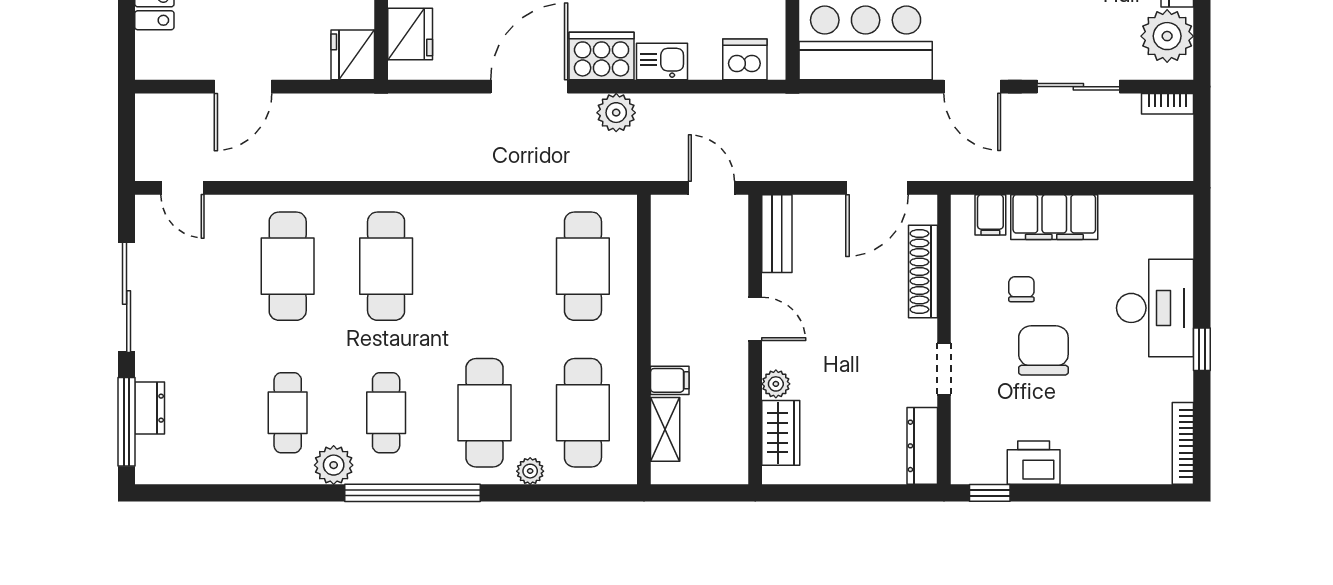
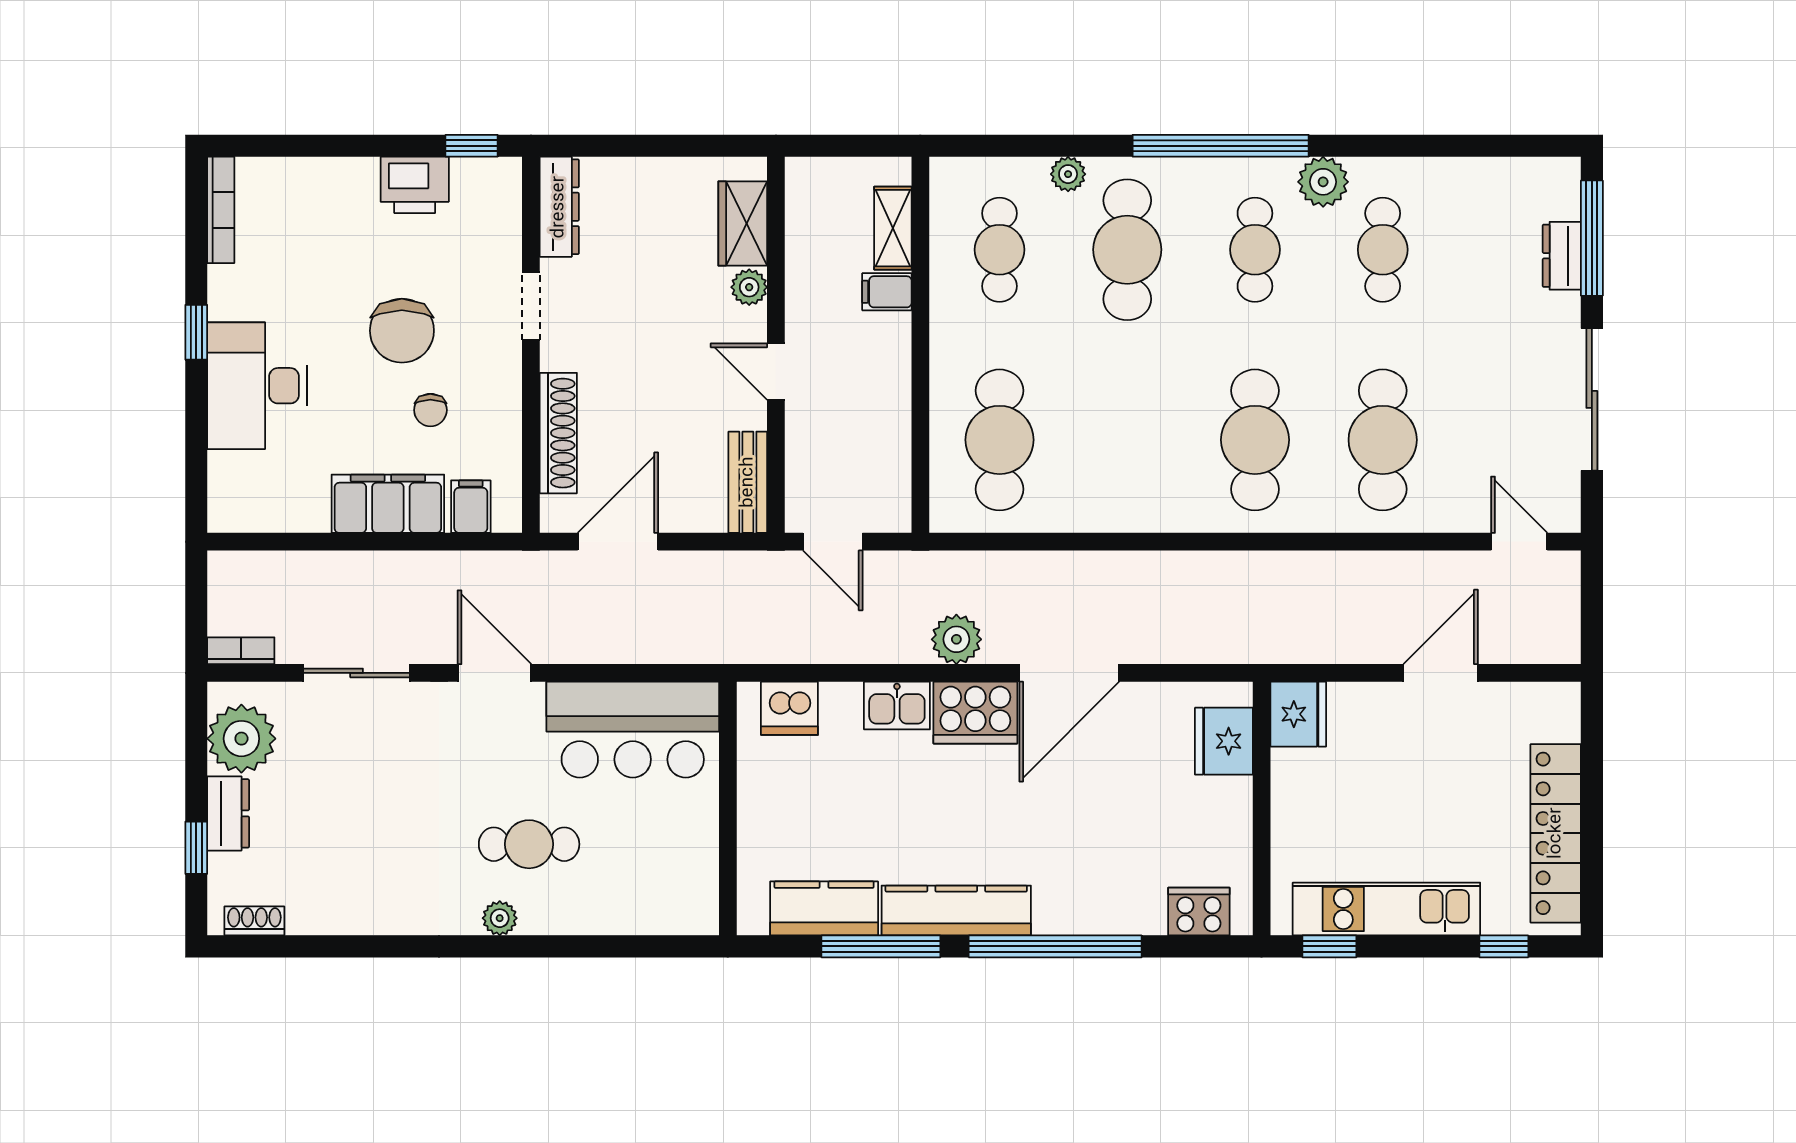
cafe table: (583, 413) -> (1000, 250), width x0.73, depth x0.74

